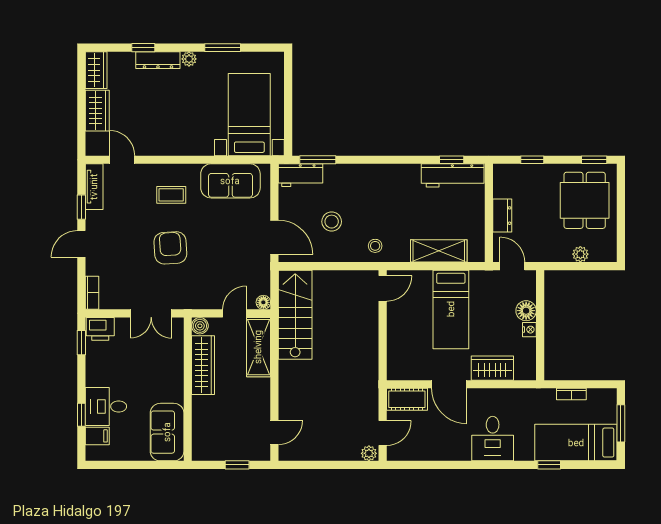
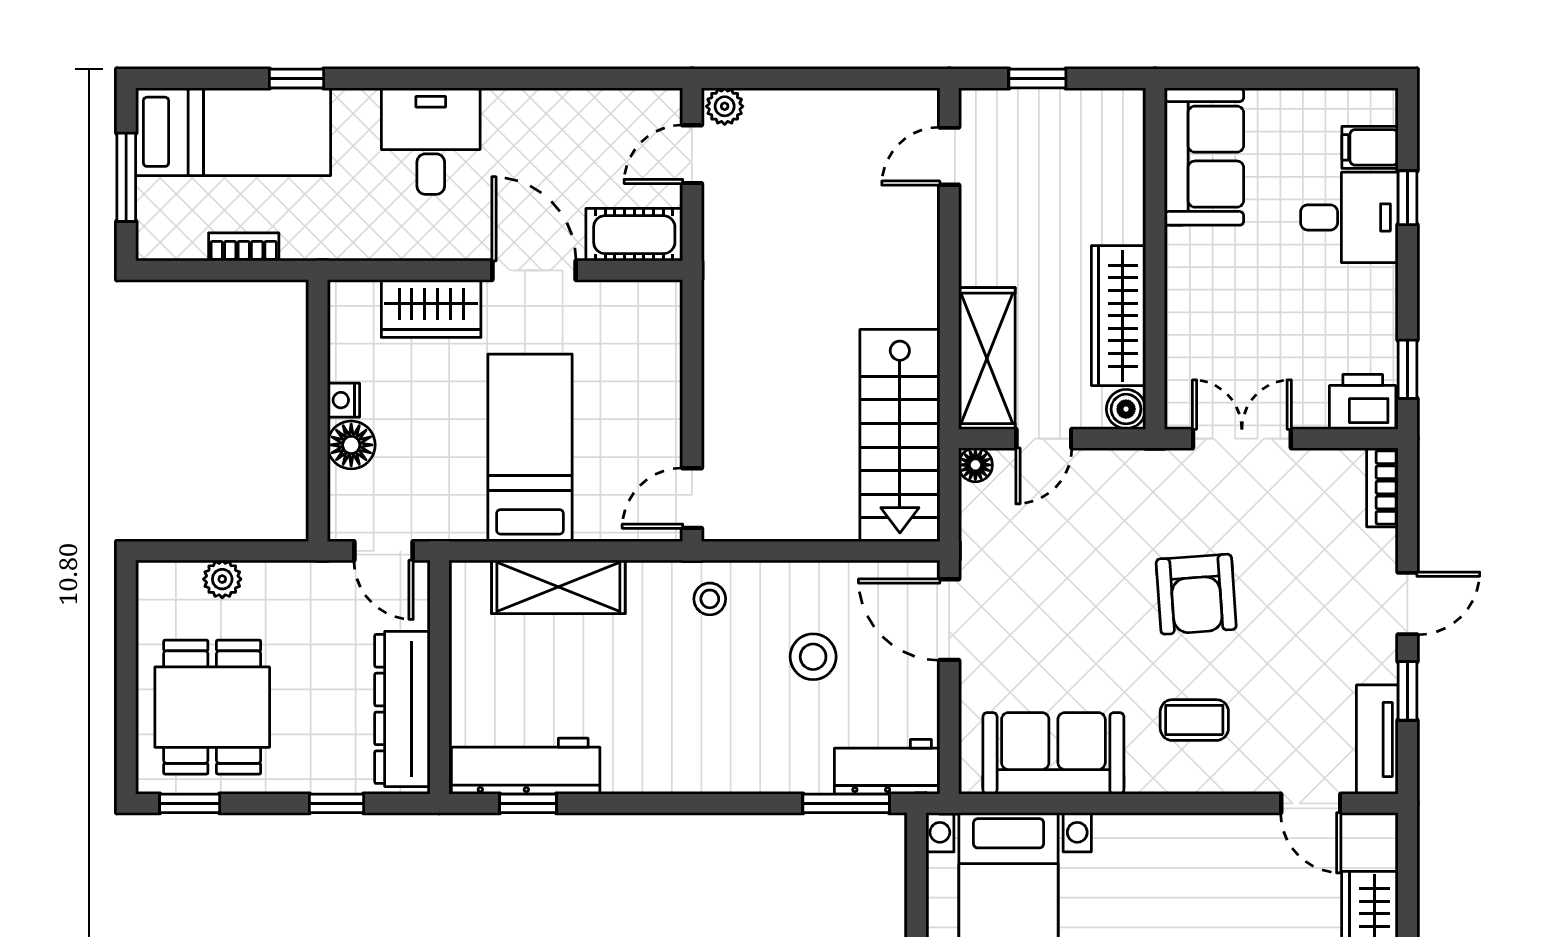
dresser: (502, 216) -> (402, 709), width x1.96, depth x1.24

